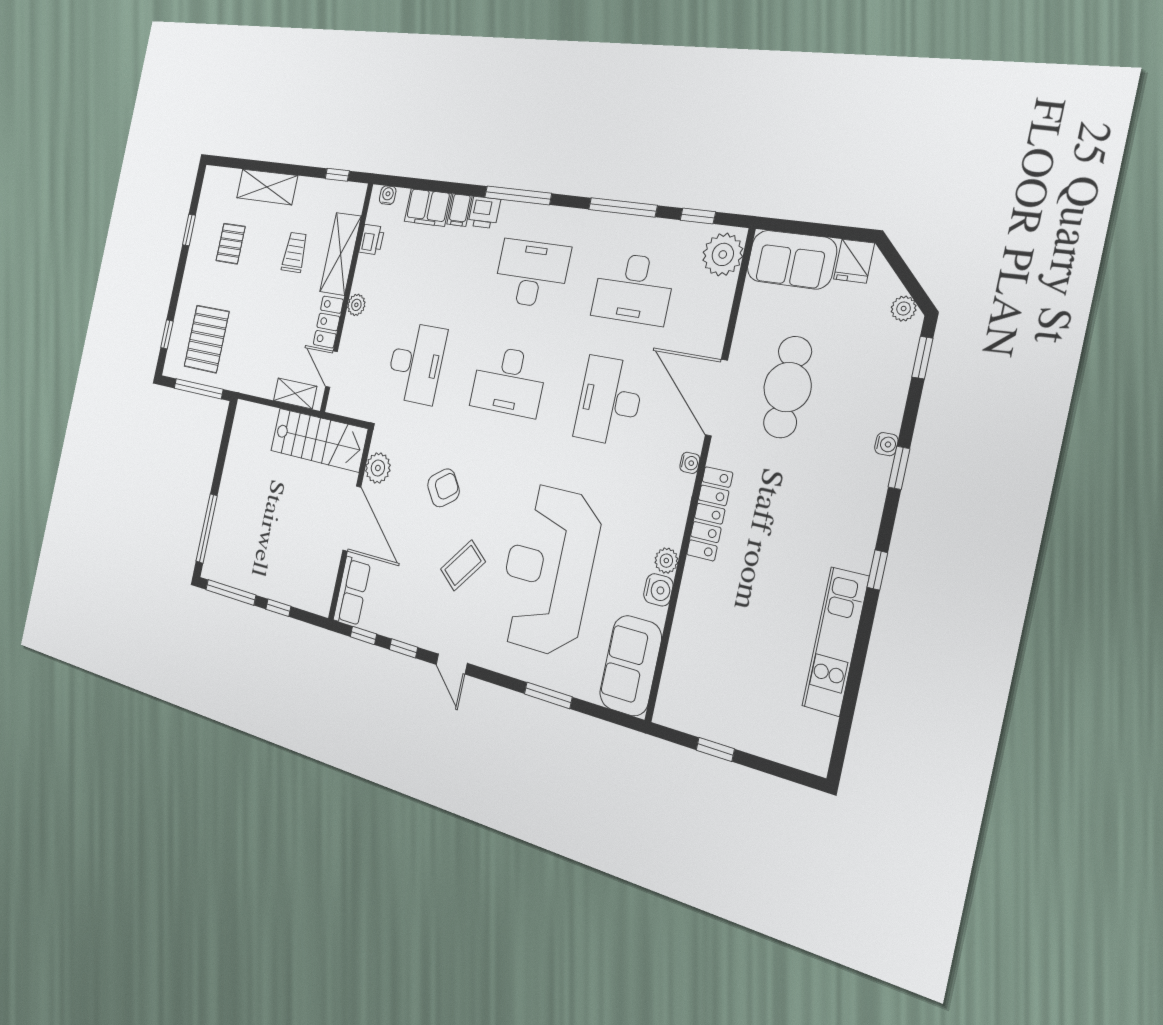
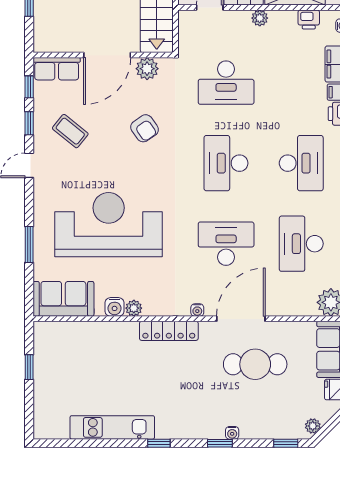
coffee table: (463, 565) -> (70, 131), moved

